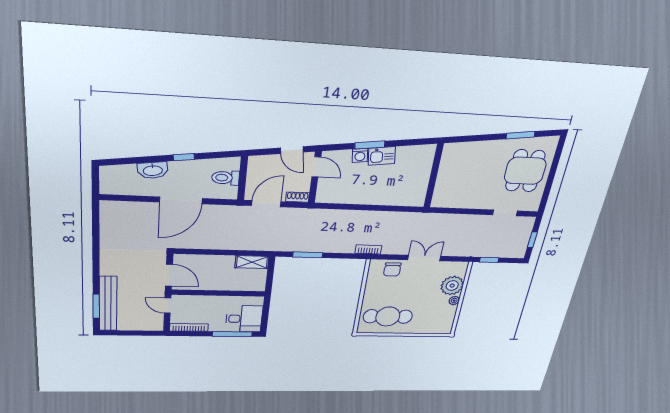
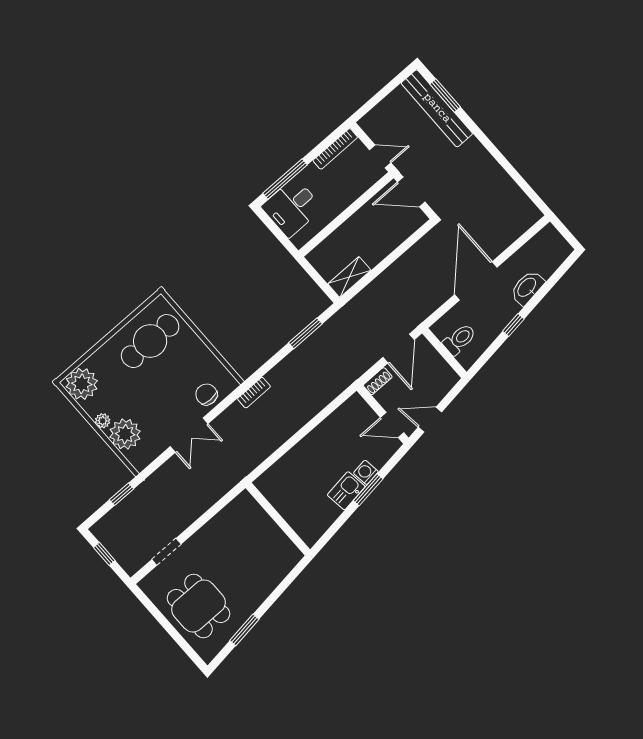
plant: (442, 325) -> (82, 384), added

